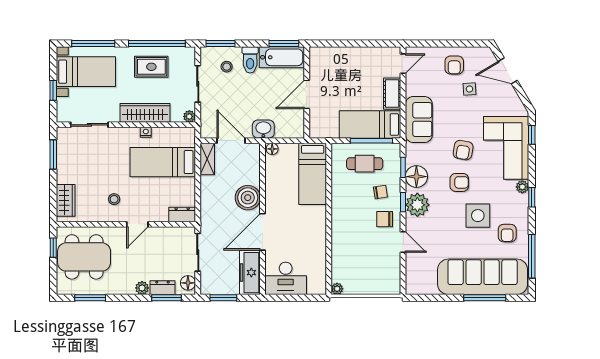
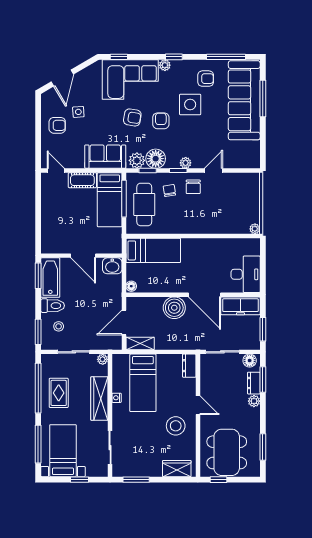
washbasin: (263, 129) -> (112, 266), moved, turned -90
plant: (414, 155) -> (137, 160), added
cafe table: (365, 164) -> (144, 204), width x1.37, depth x1.35
stool: (114, 199) -> (176, 426), width x1.89, depth x1.89
plant: (417, 205) -> (186, 163), width x0.53, depth x0.53

